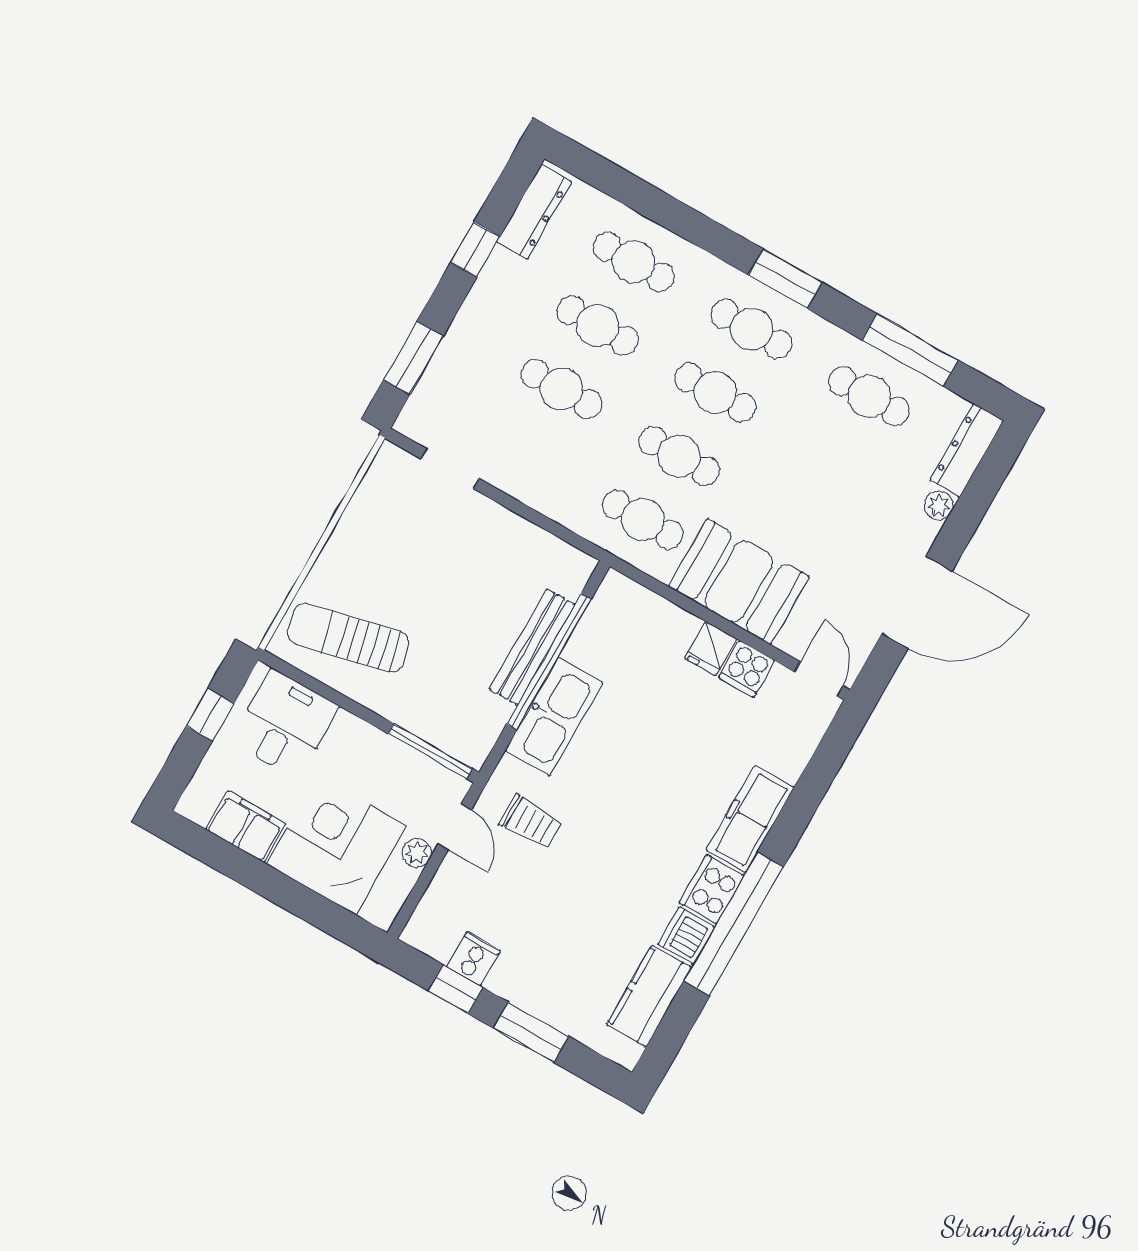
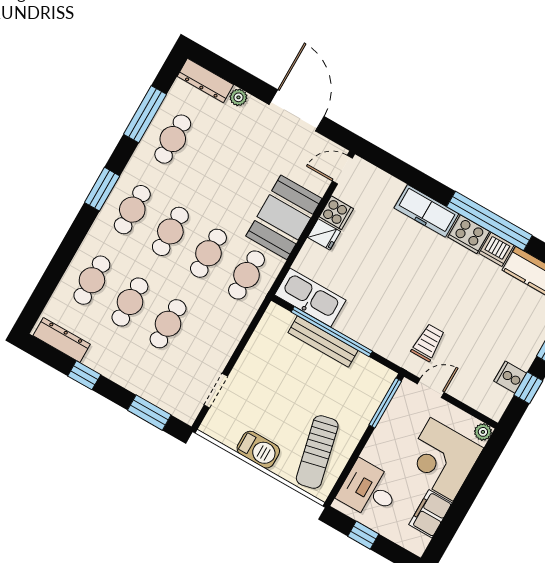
barbecue: (352, 540) -> (258, 450), added
kitchen sink: (554, 717) -> (310, 297), moved
plant: (417, 853) -> (483, 432), moved

